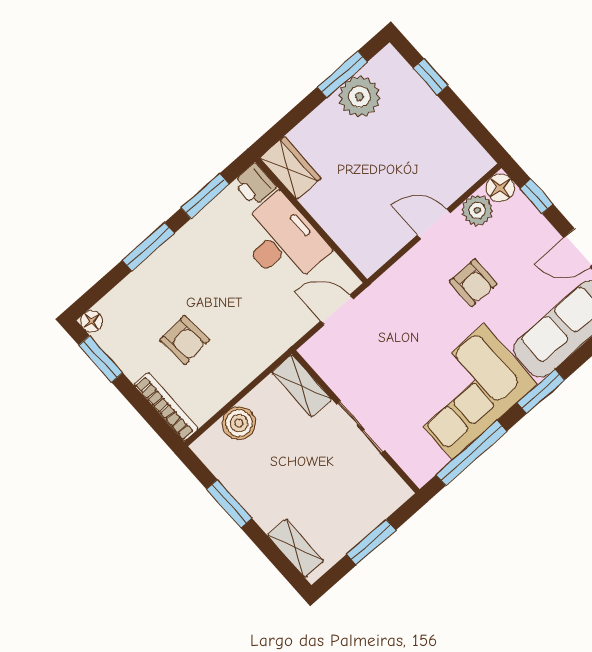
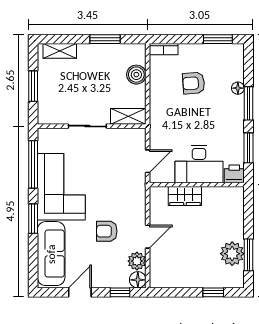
wardrobe: (290, 168) -> (185, 196), moved
floor lamp: (91, 321) -> (238, 88), moved
bookcase: (166, 407) -> (164, 49), width x0.64

